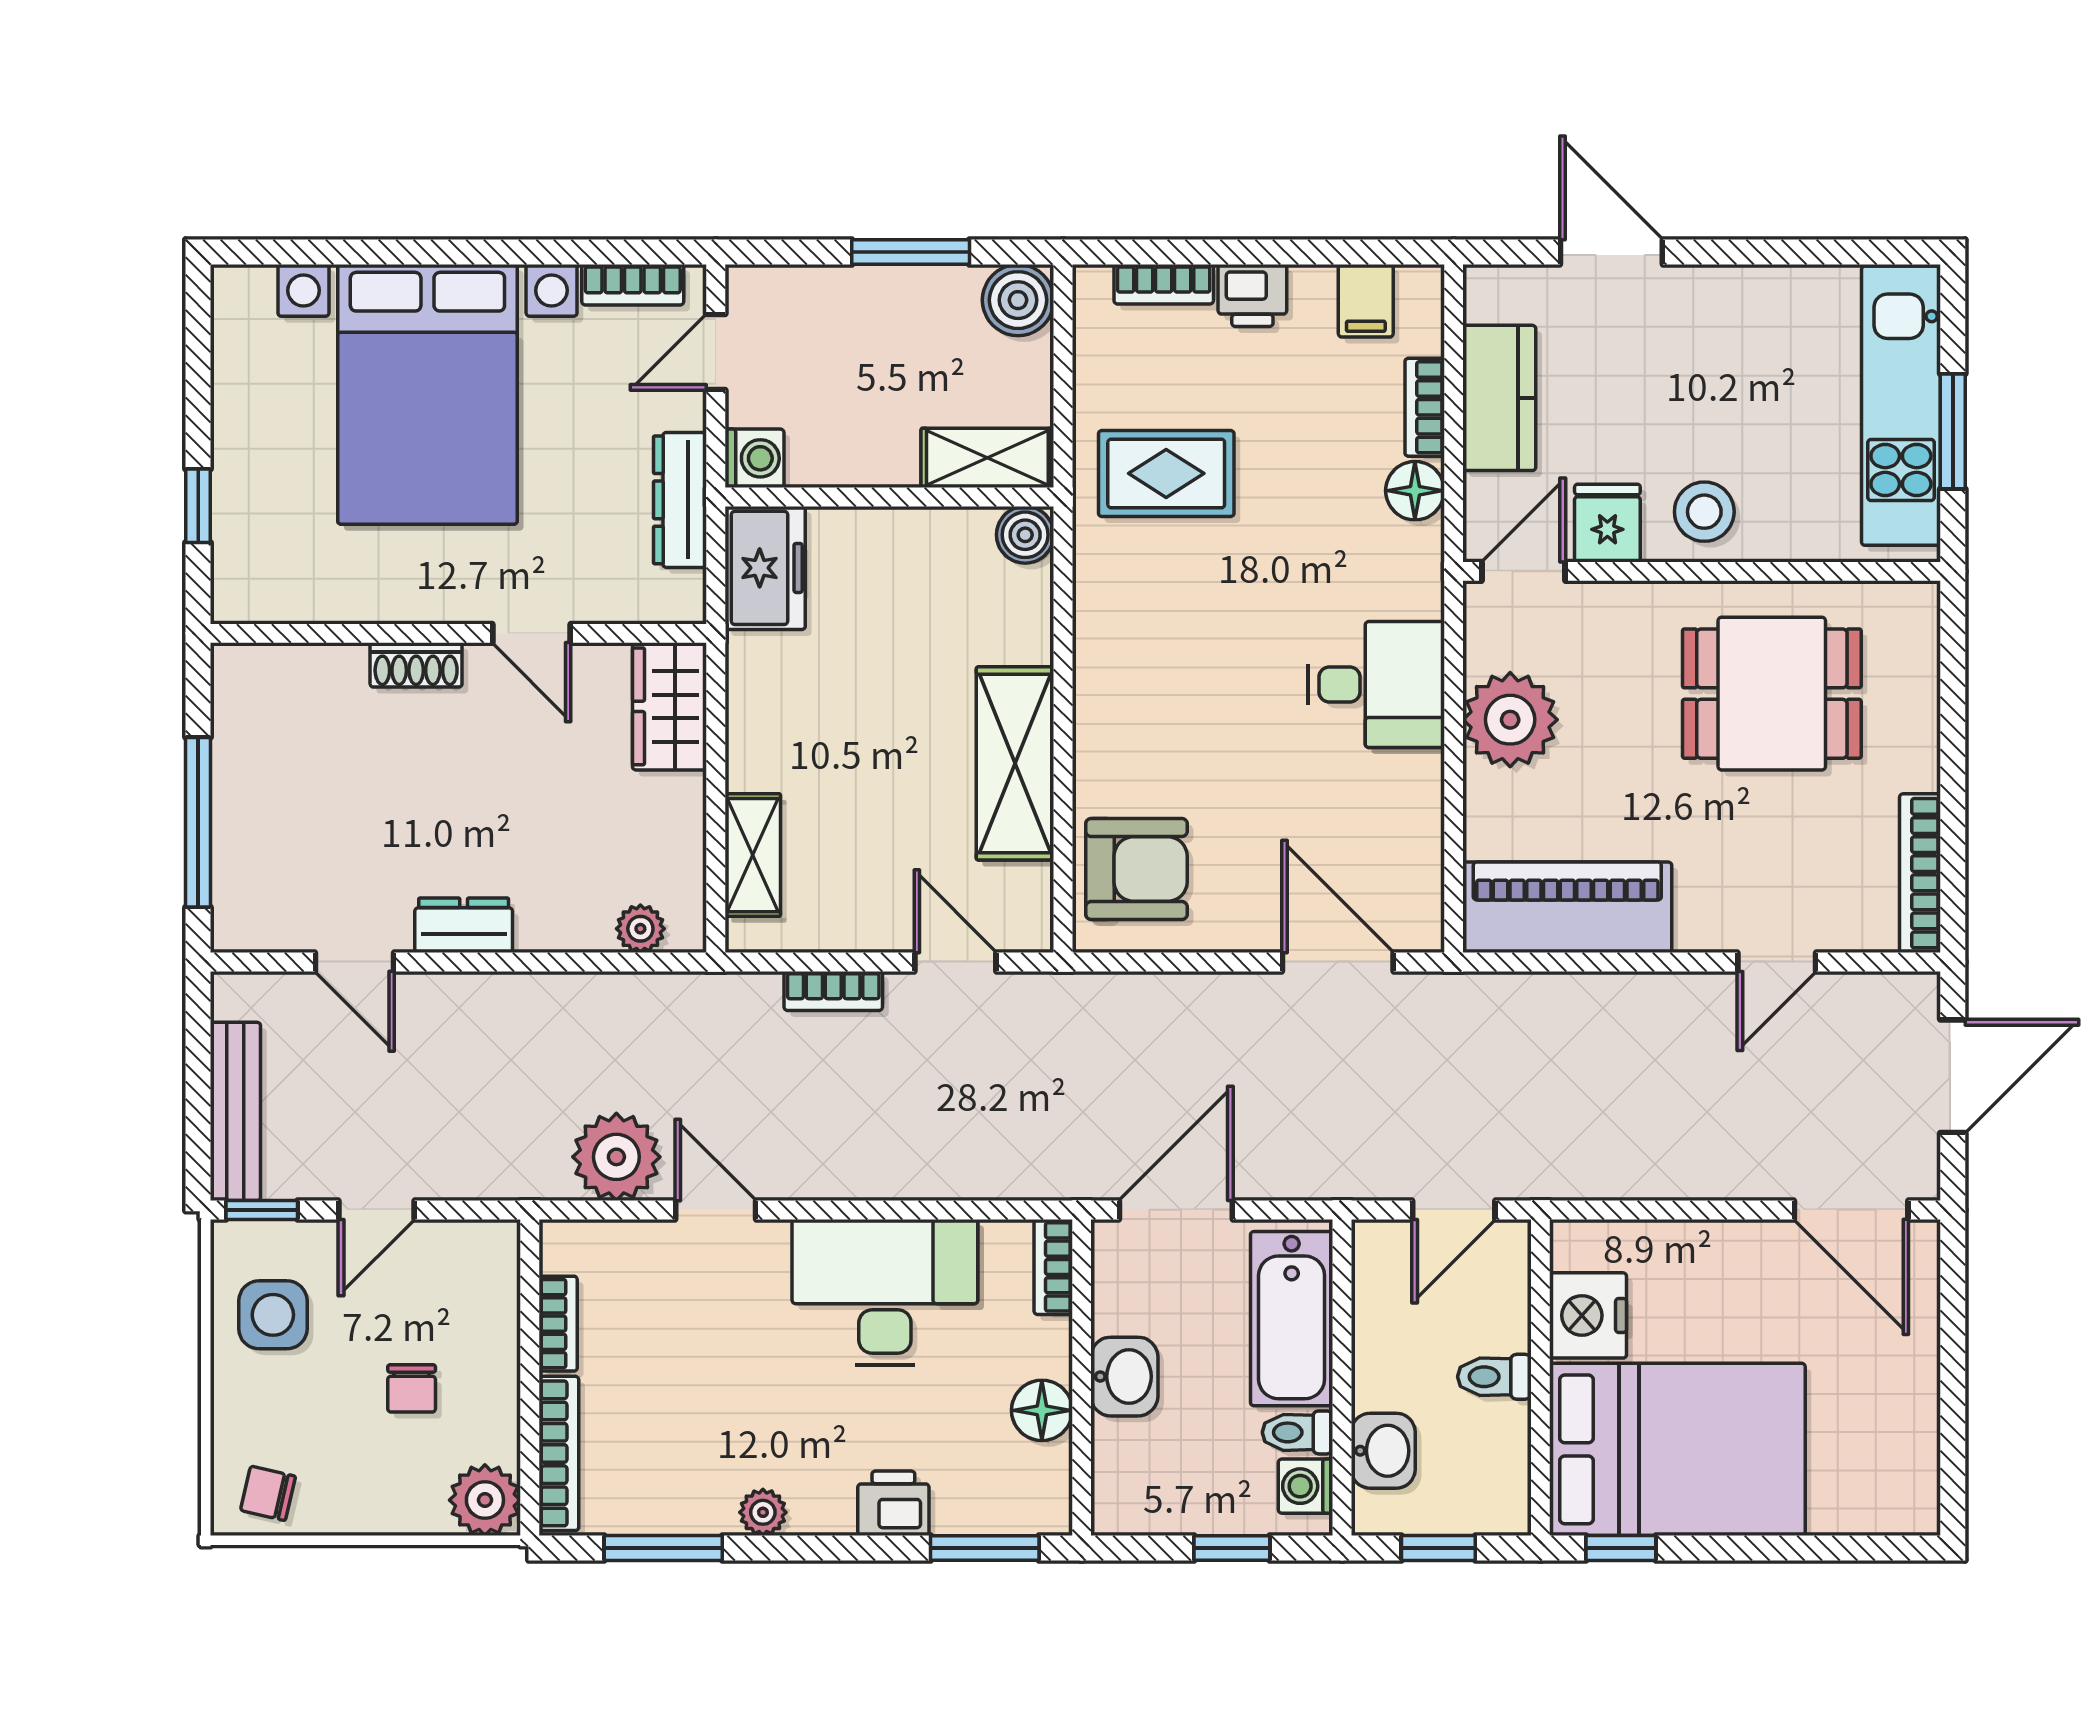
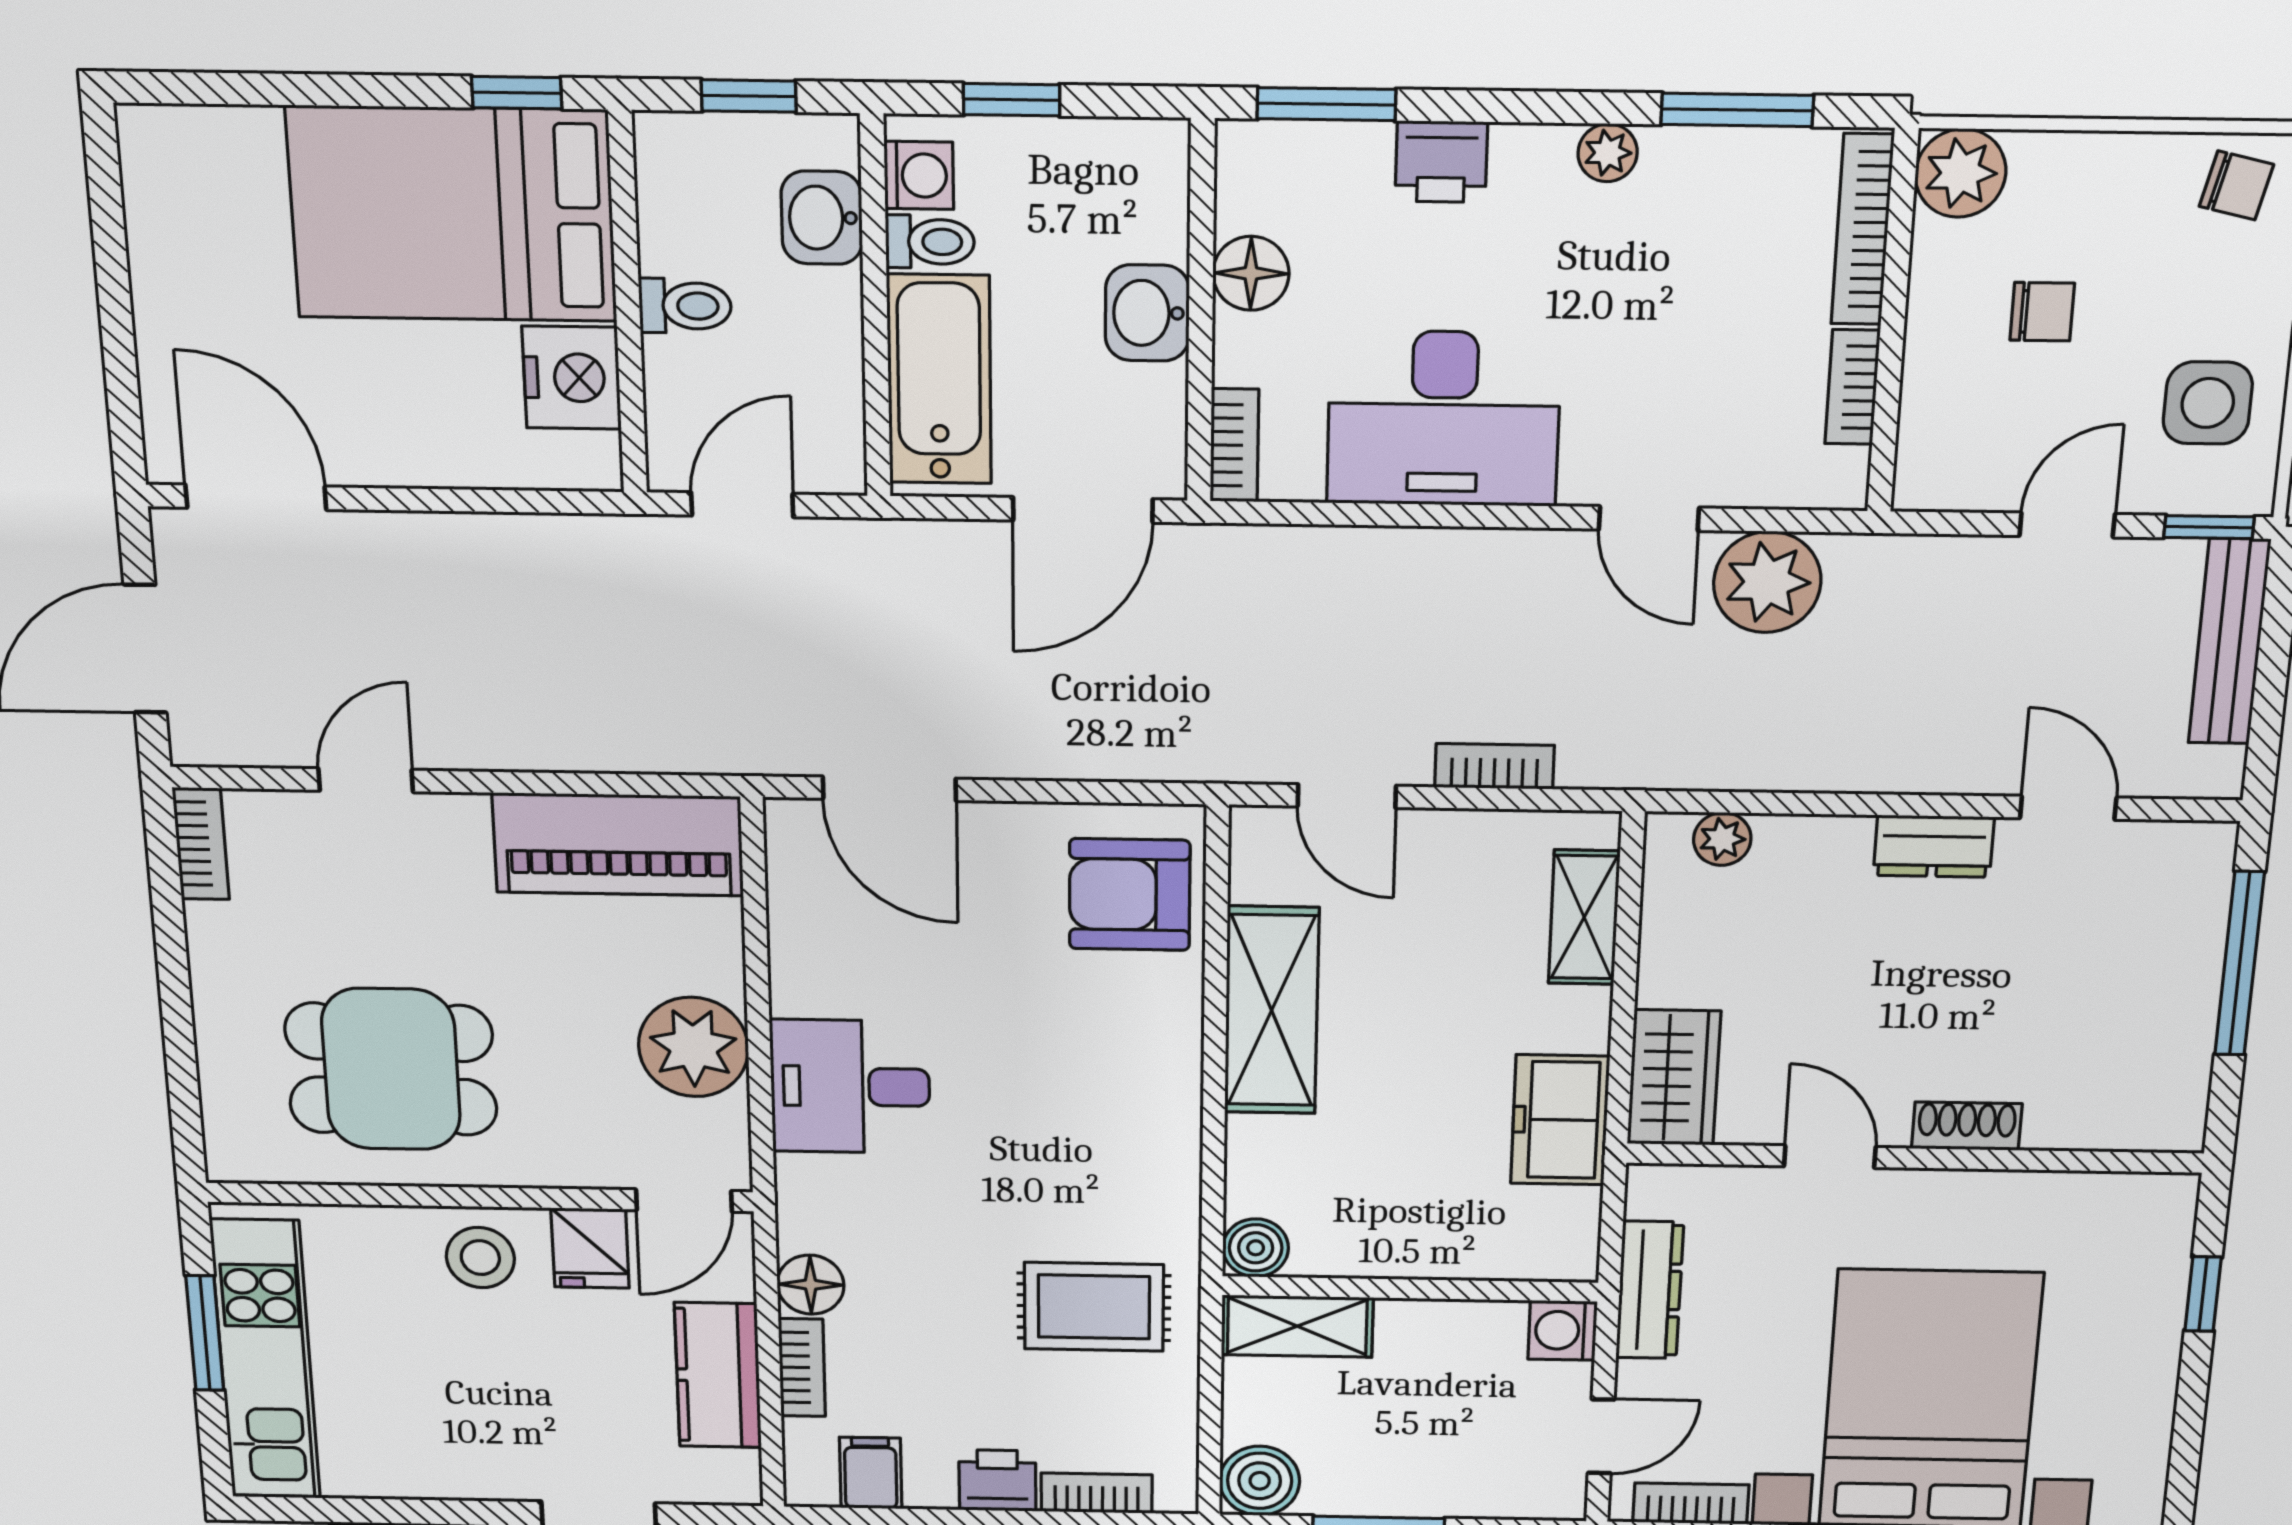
freezer: (765, 568) -> (1560, 1120), moved
bookcase: (1920, 873) -> (201, 844), width x0.64
chair: (412, 1388) -> (2042, 312), turned 90

